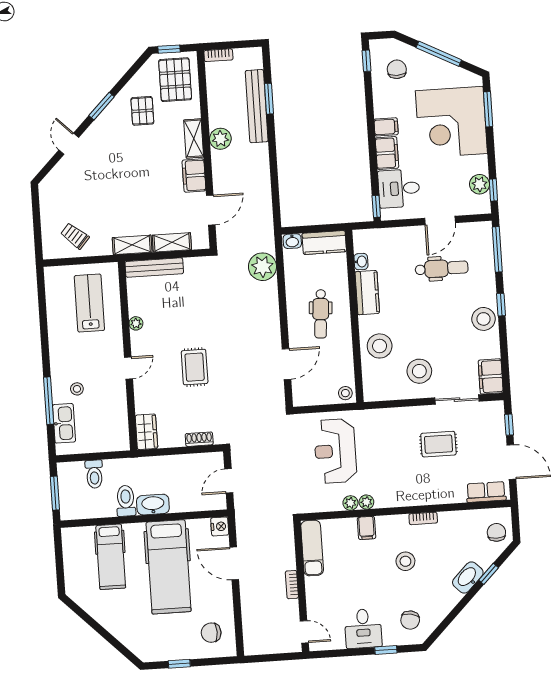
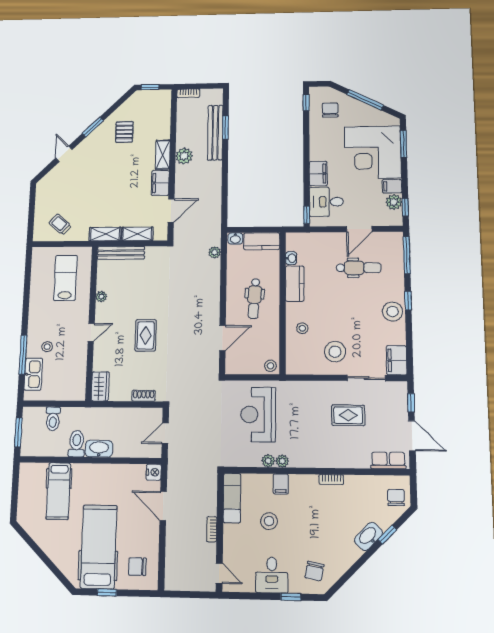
pallet: (175, 80) -> (152, 110), removed
filing cabinet: (386, 127) -> (392, 186), moved, turned 180
plant: (262, 267) -> (215, 252), width x0.53, depth x0.53
stool: (380, 346) -> (302, 328), width x0.53, depth x0.53
stool: (405, 561) -> (269, 521), moved
hospital bed: (169, 567) -> (99, 547), moved, turned 180

